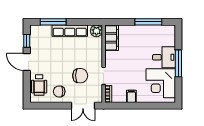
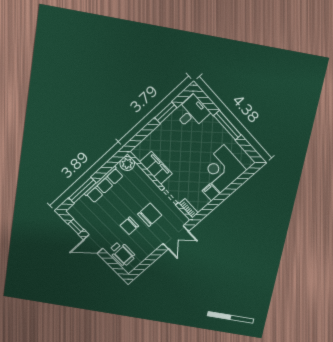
window: (148, 22) -> (166, 113), width x0.69
filing cabinet: (112, 38) -> (156, 168), moved
desk: (164, 57) -> (192, 113), moved
corner desk: (161, 83) -> (222, 169), moved, turned 90
chair: (59, 91) -> (129, 226), moved

